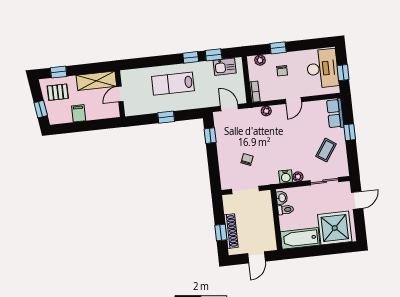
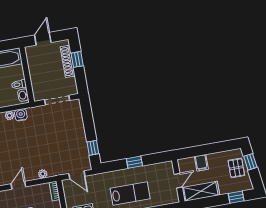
pallet: (58, 92) -> (236, 168), moved, turned 90
filing cabinet: (79, 113) -> (201, 163), moved
chair: (247, 159) -> (57, 128), removed

